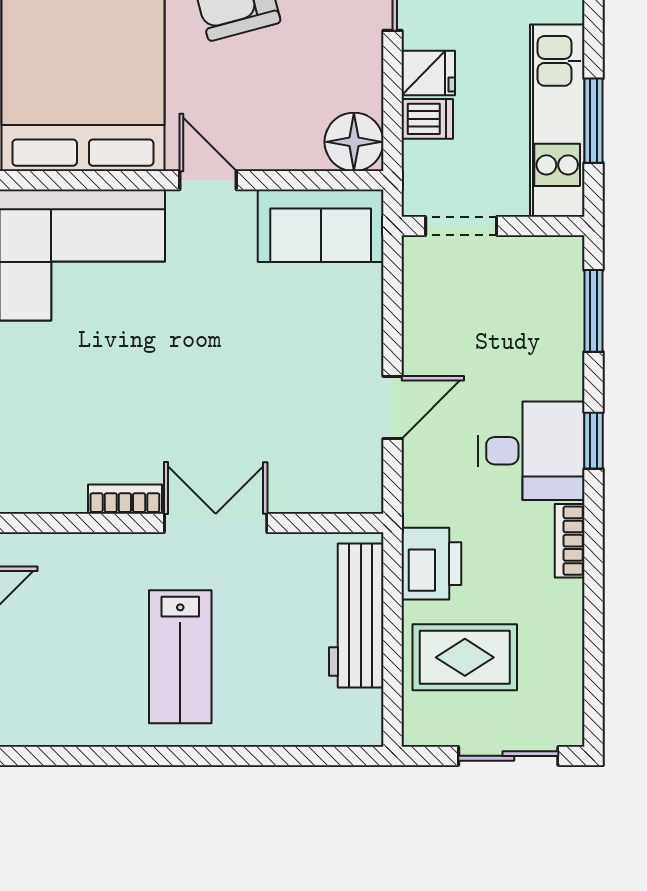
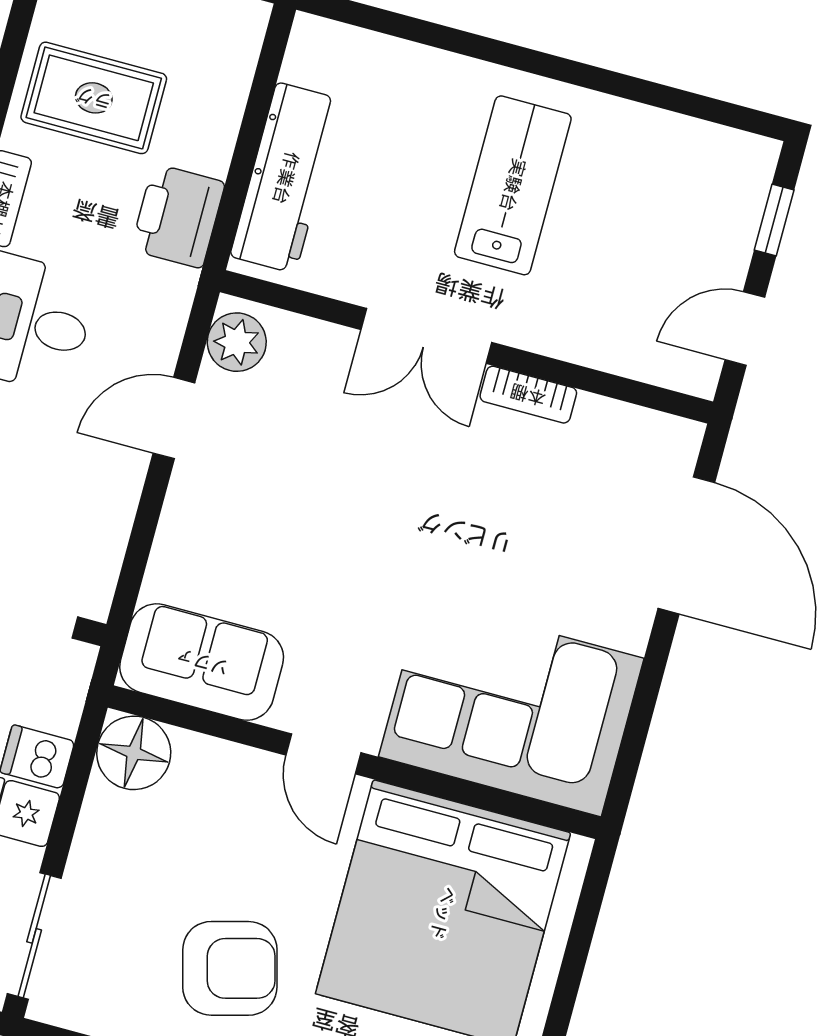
plant: (360, 479) -> (237, 342), added
rug: (465, 657) -> (94, 98), moved

